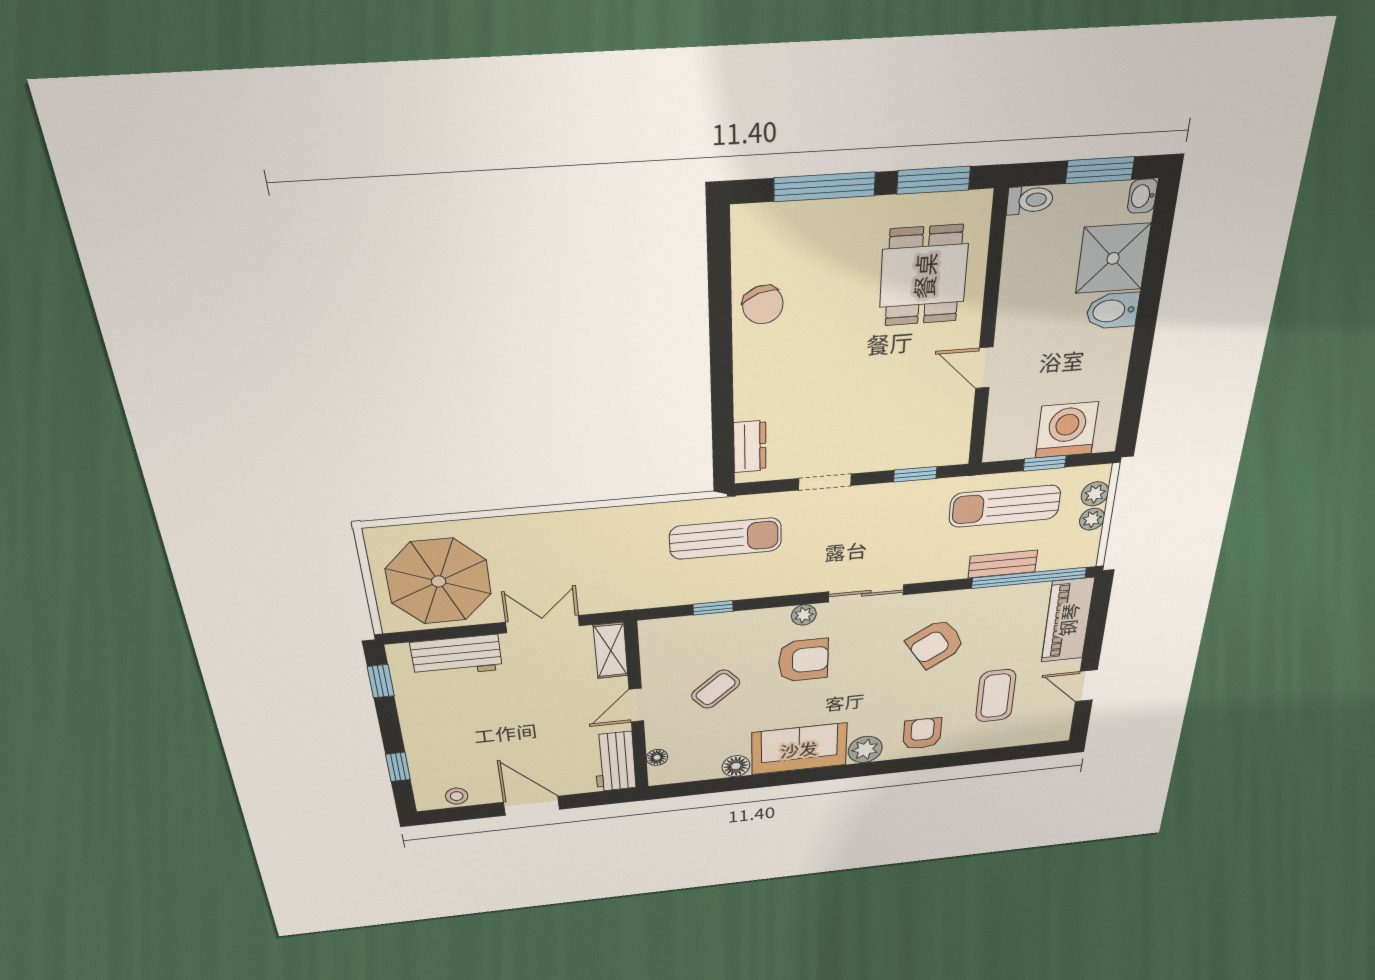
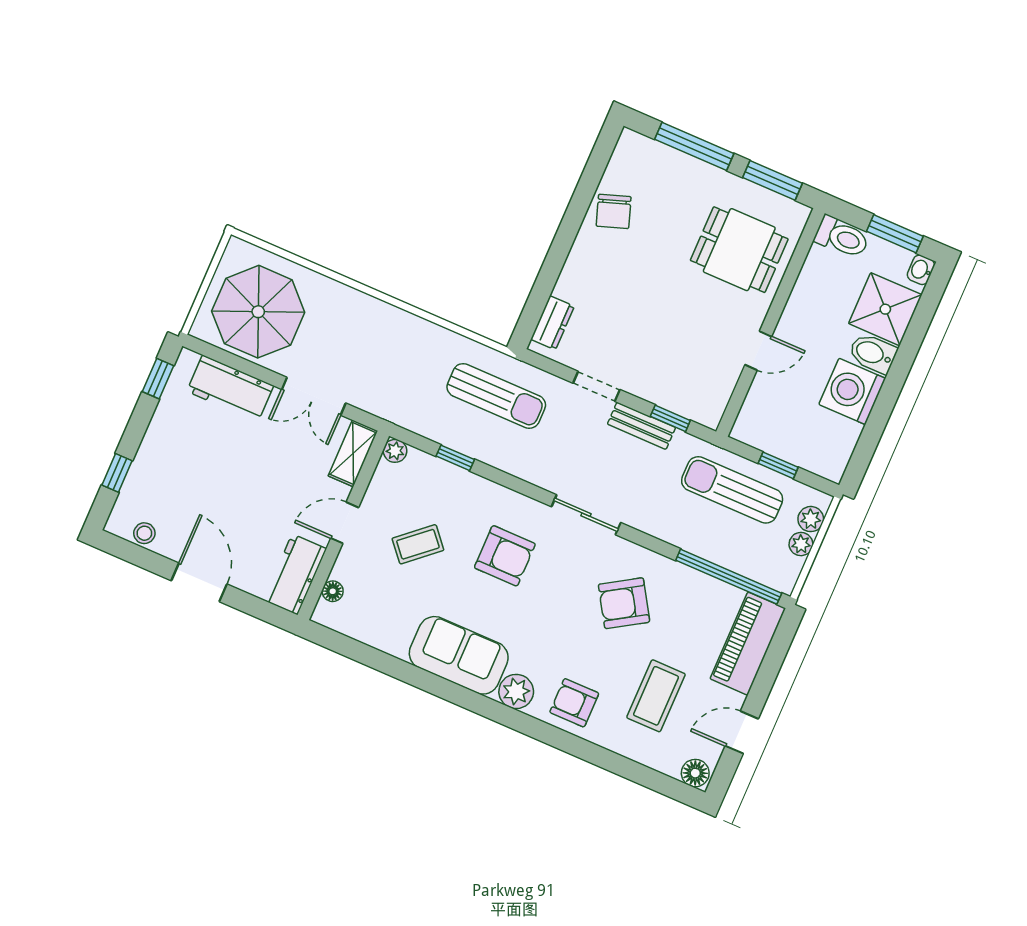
toilet: (1030, 200) -> (842, 237), width x1.37, depth x1.39
dining table: (924, 276) -> (739, 250), turned 90
door: (984, 368) -> (758, 351), swing flipped
washing machine: (1067, 430) -> (852, 391), moved, turned -90
bench: (1003, 564) -> (641, 426), moved
plant: (804, 615) -> (395, 451), moved
double door: (543, 624) -> (314, 396), swing flipped
door: (1086, 686) -> (742, 732), hinge flipped
armchair: (922, 734) -> (574, 703), turned -90
floor lamp: (736, 766) -> (695, 773), moved

